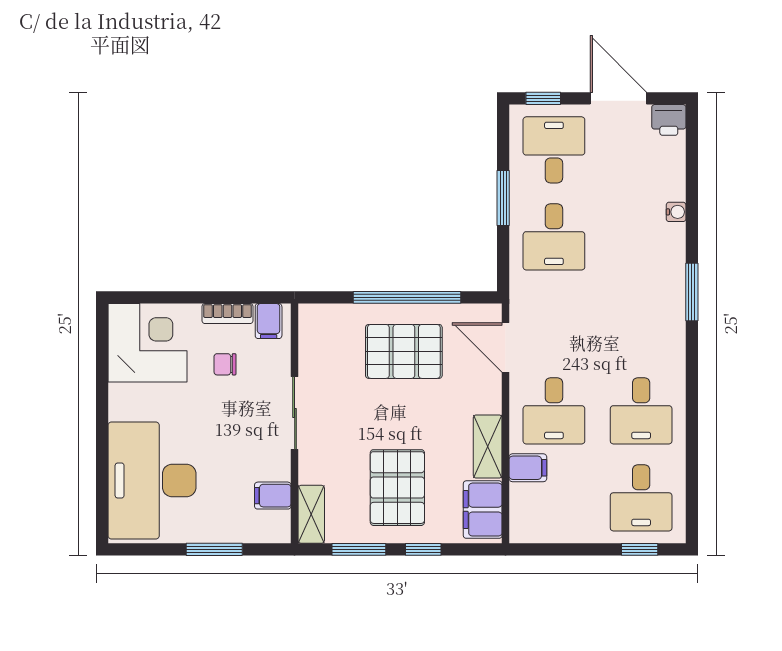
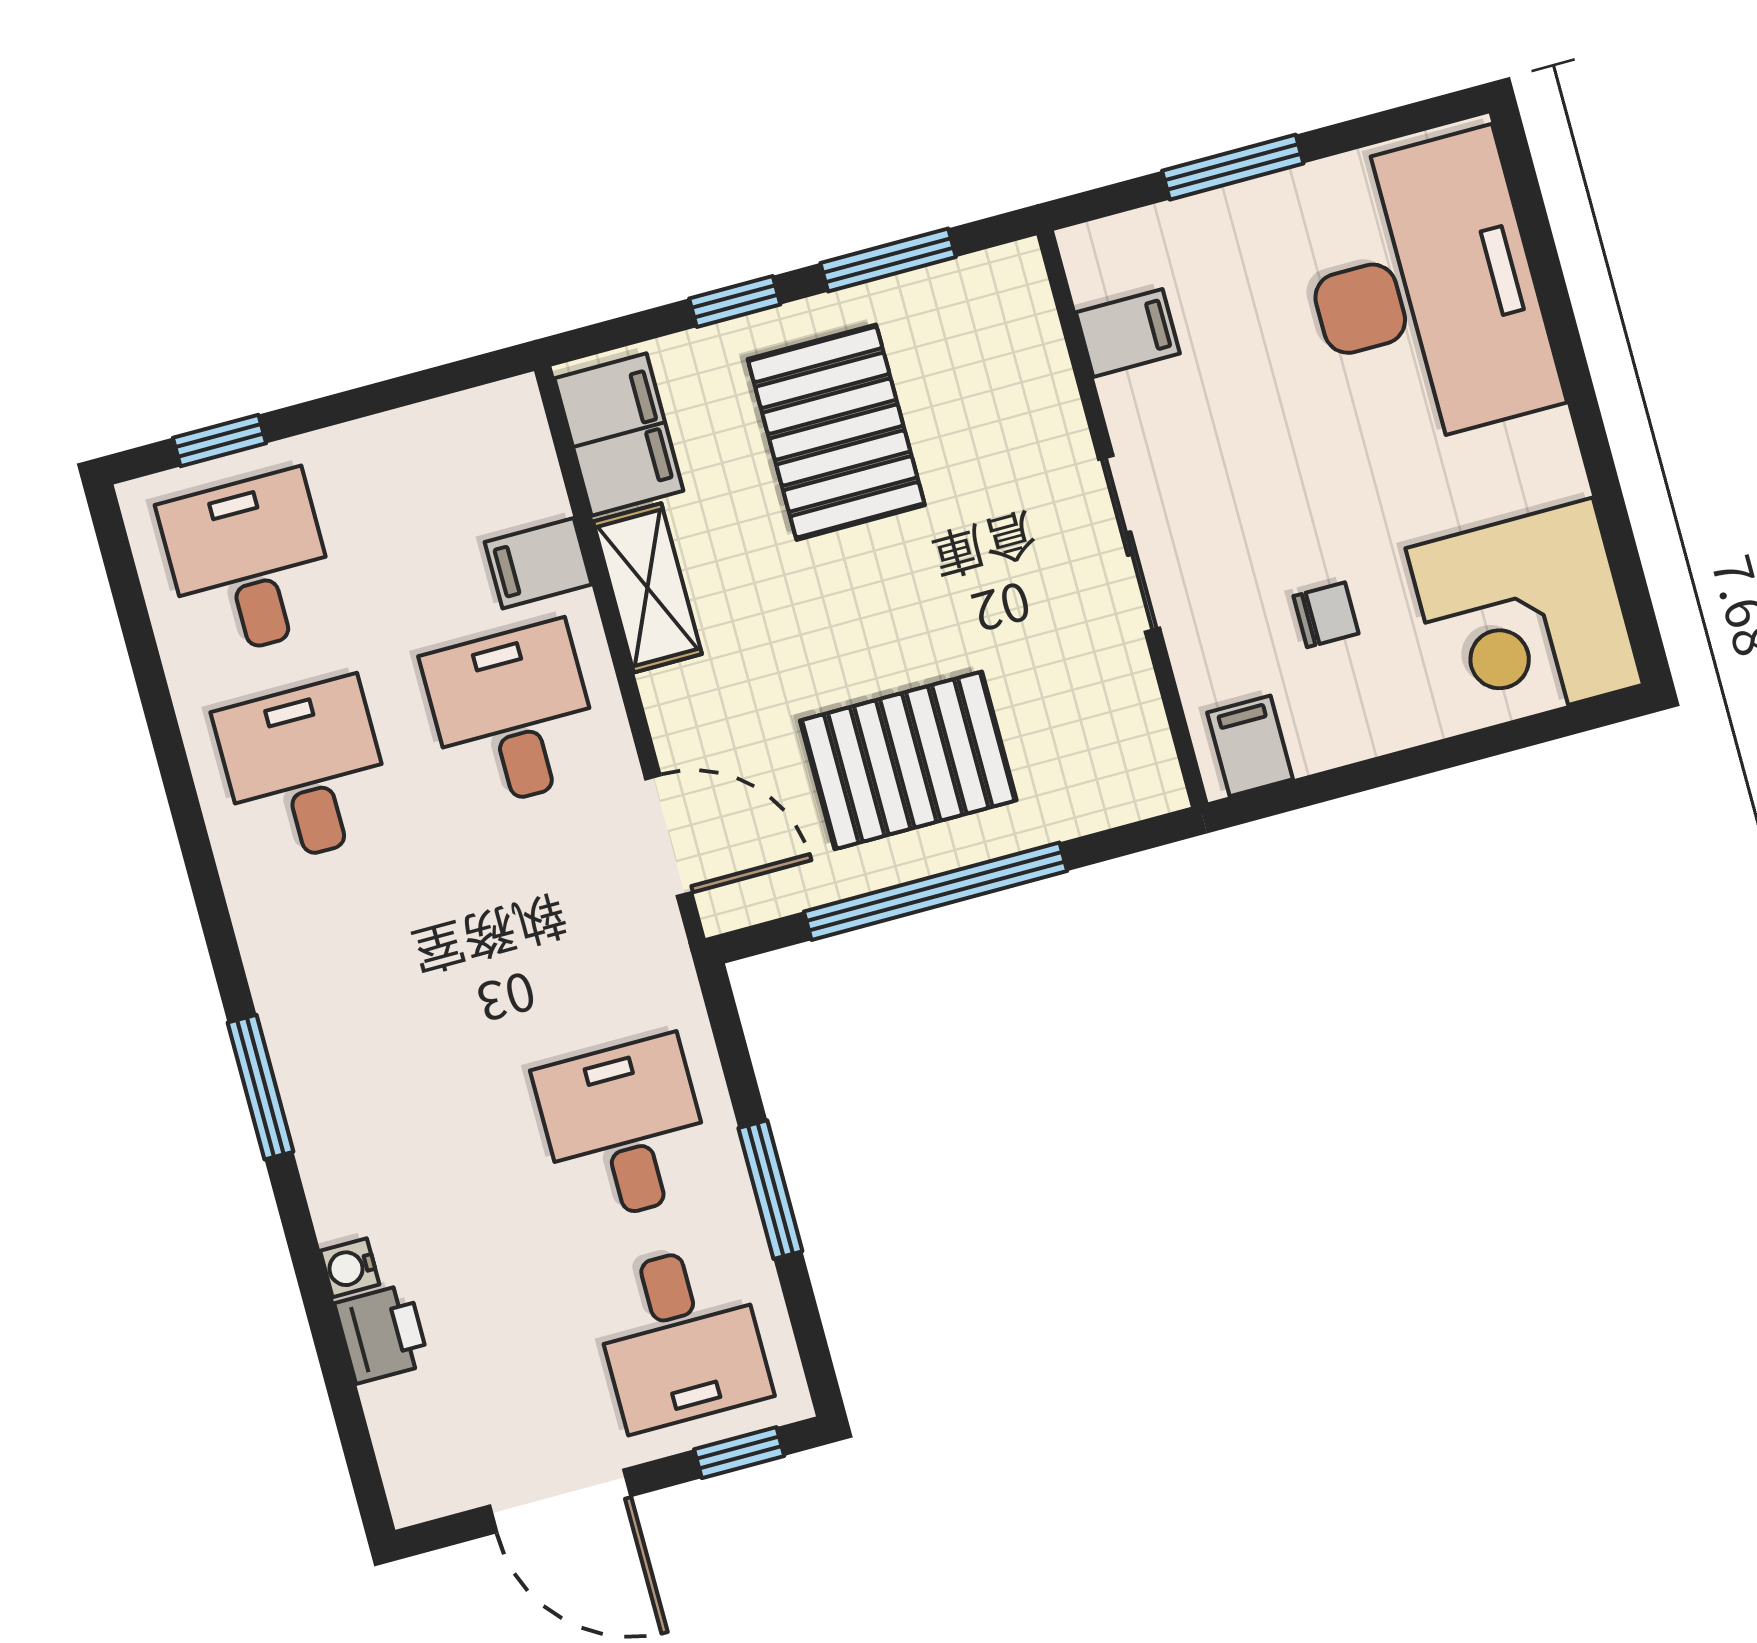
printer: (669, 120) -> (382, 1334), moved, turned 90
bookcase: (228, 314) -> (1353, 737), removed
shelving: (311, 514) -> (1024, 313), removed

